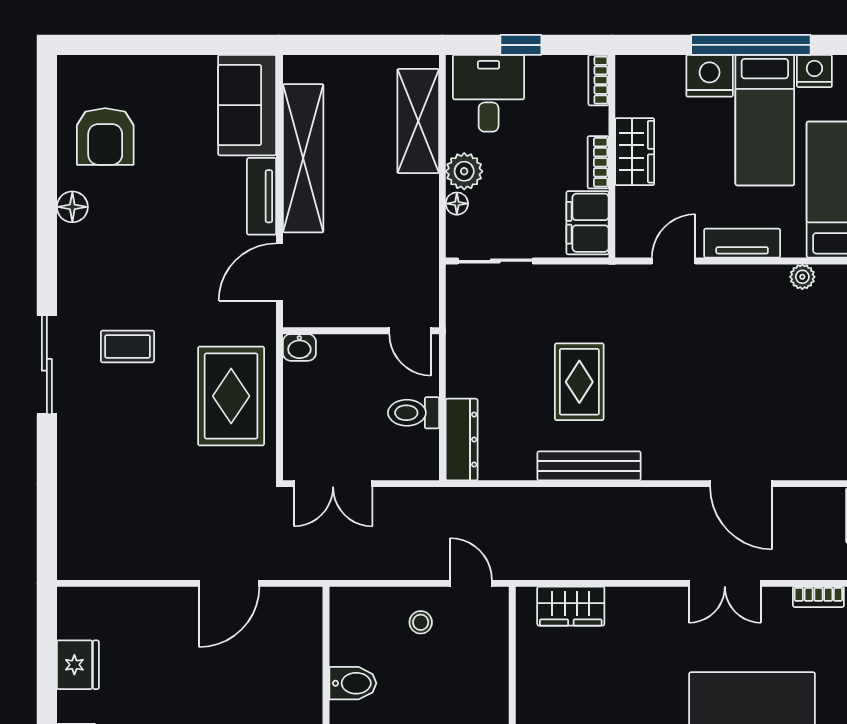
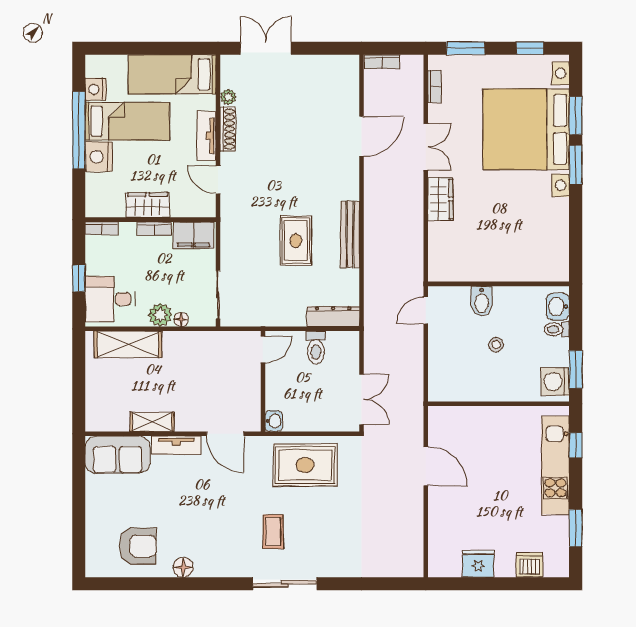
shelving: (303, 158) -> (152, 422), width x0.45, depth x0.75
shoe rack: (752, 276) -> (228, 129), added
rug: (579, 382) -> (296, 241), turned 90
wardrobe: (571, 606) -> (440, 199), moved
stool: (421, 622) -> (496, 345), moved
bidet: (353, 683) -> (482, 301), moved, turned 180

